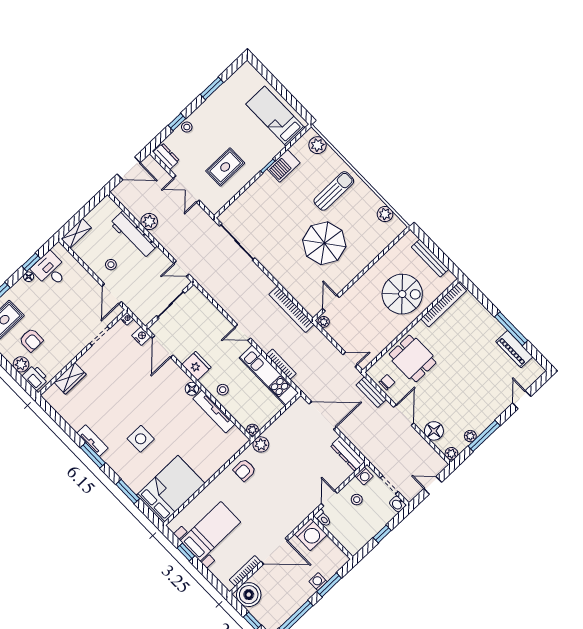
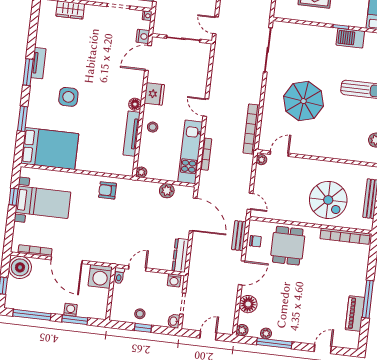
parasol: (324, 243) -> (303, 101), moved
plant: (261, 444) -> (167, 191), moved
door: (433, 485) -> (208, 335), hinge flipped
stool: (357, 500) -> (140, 314), moved

